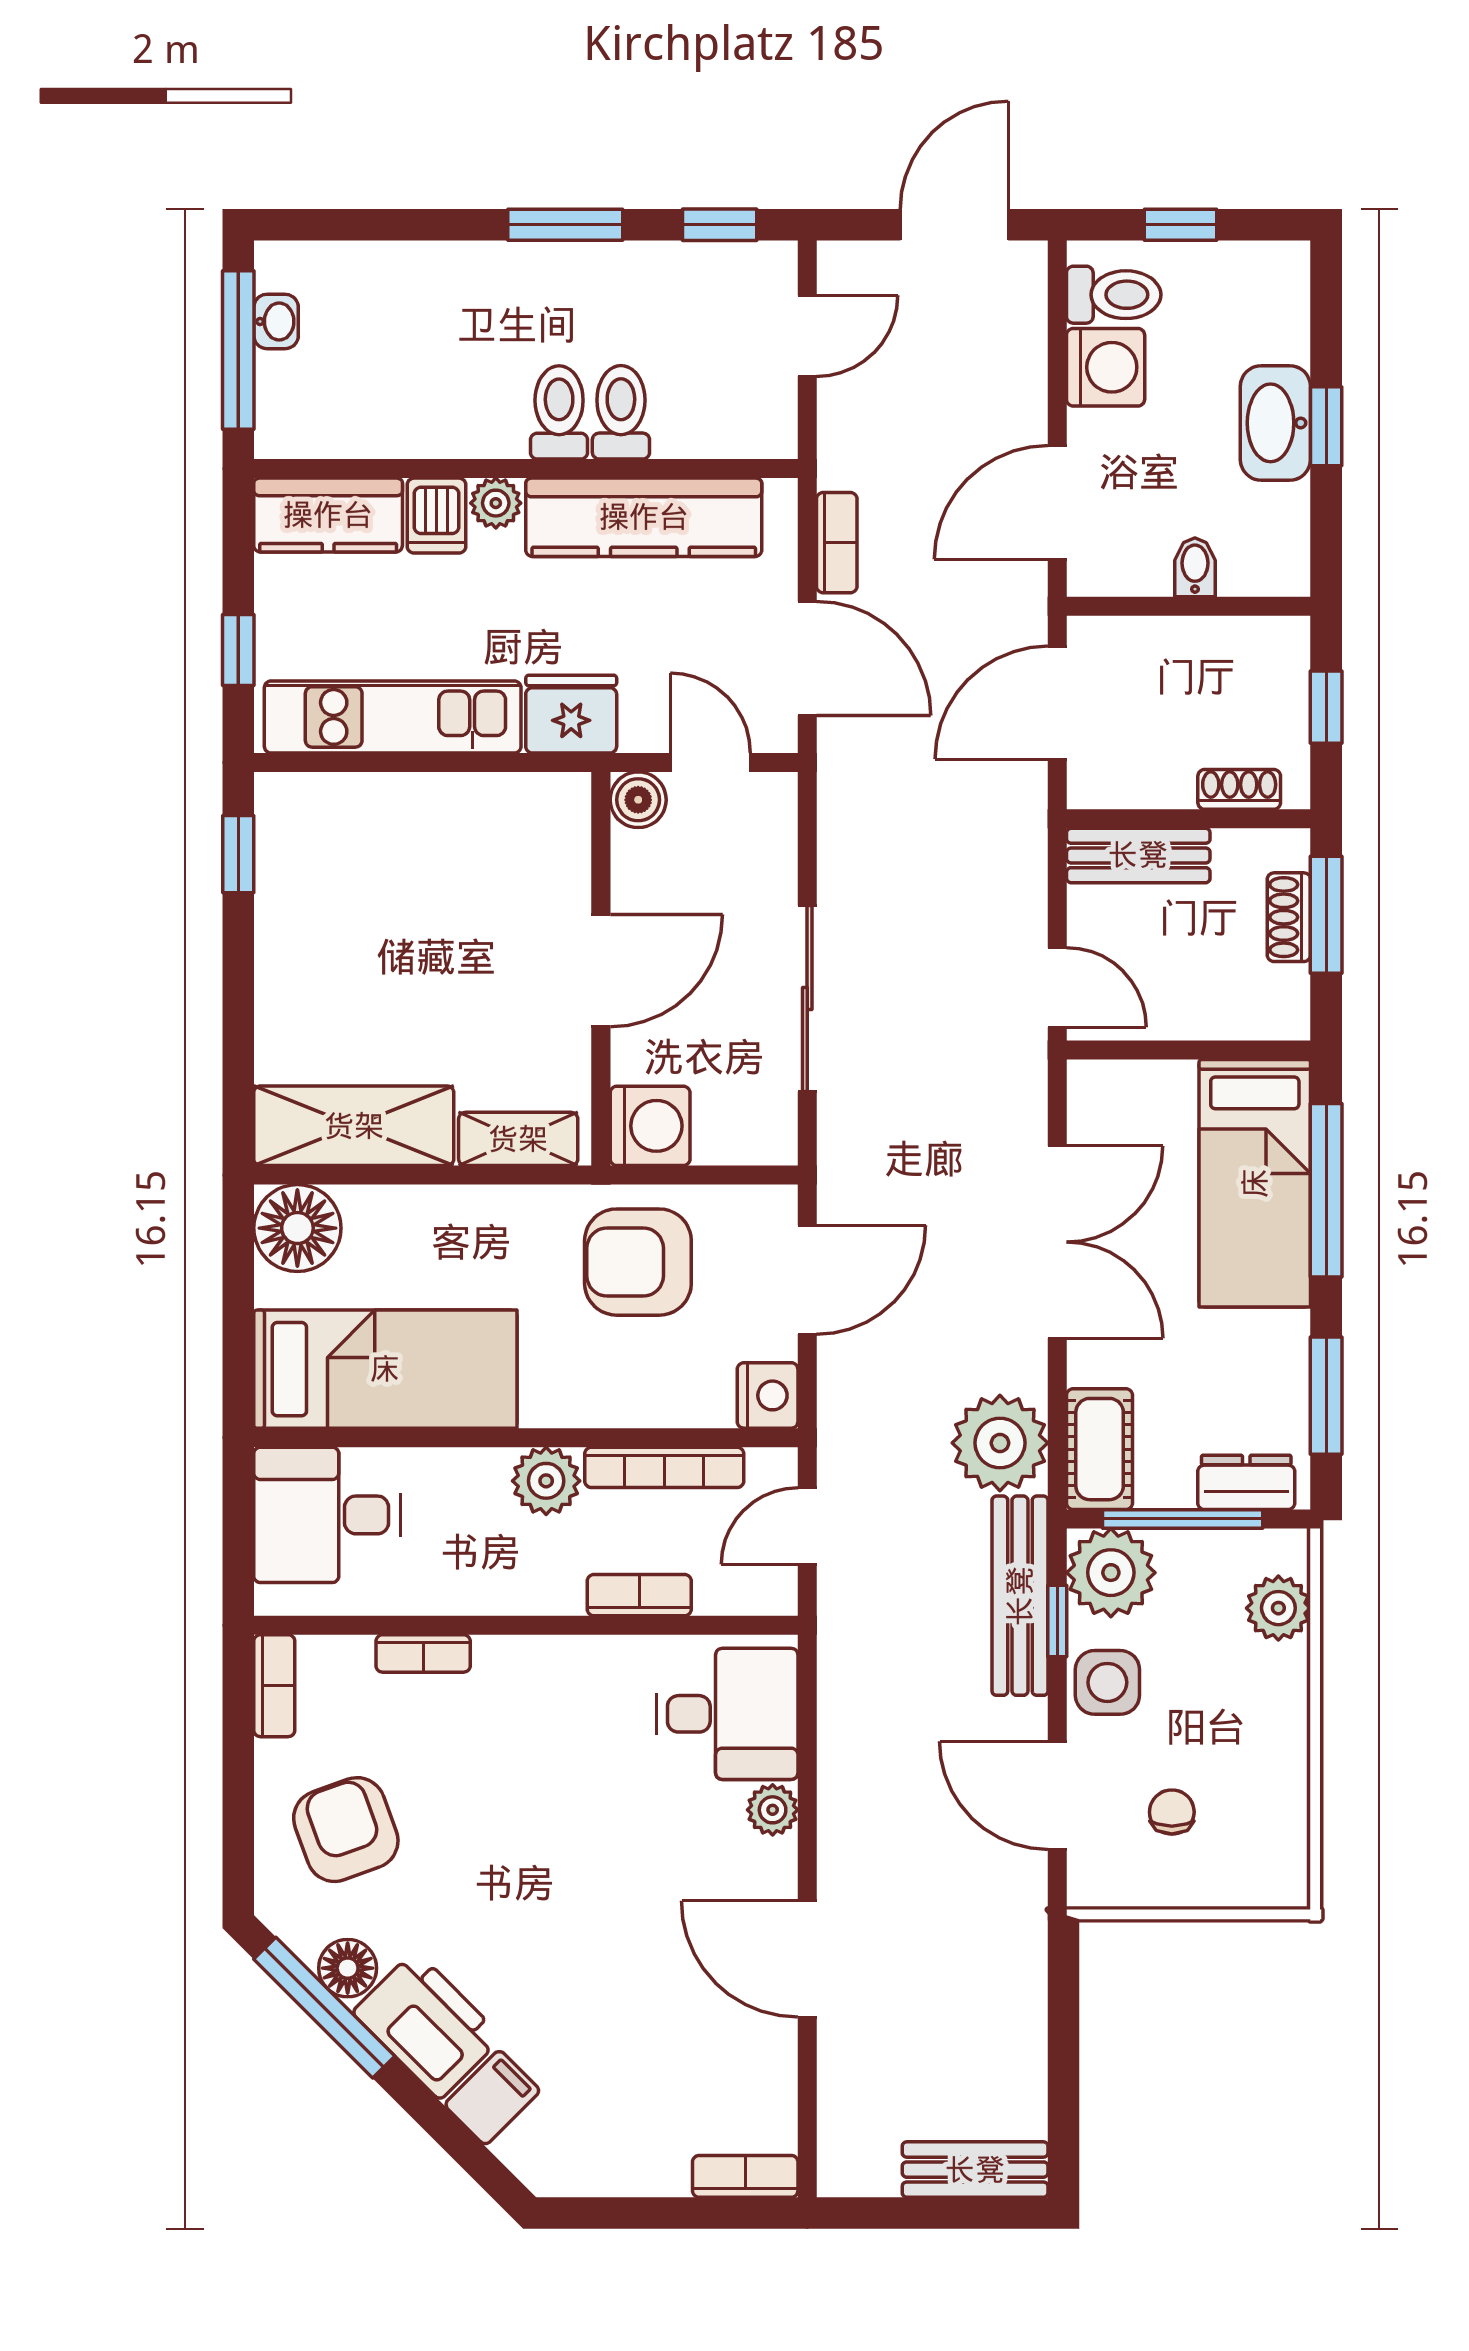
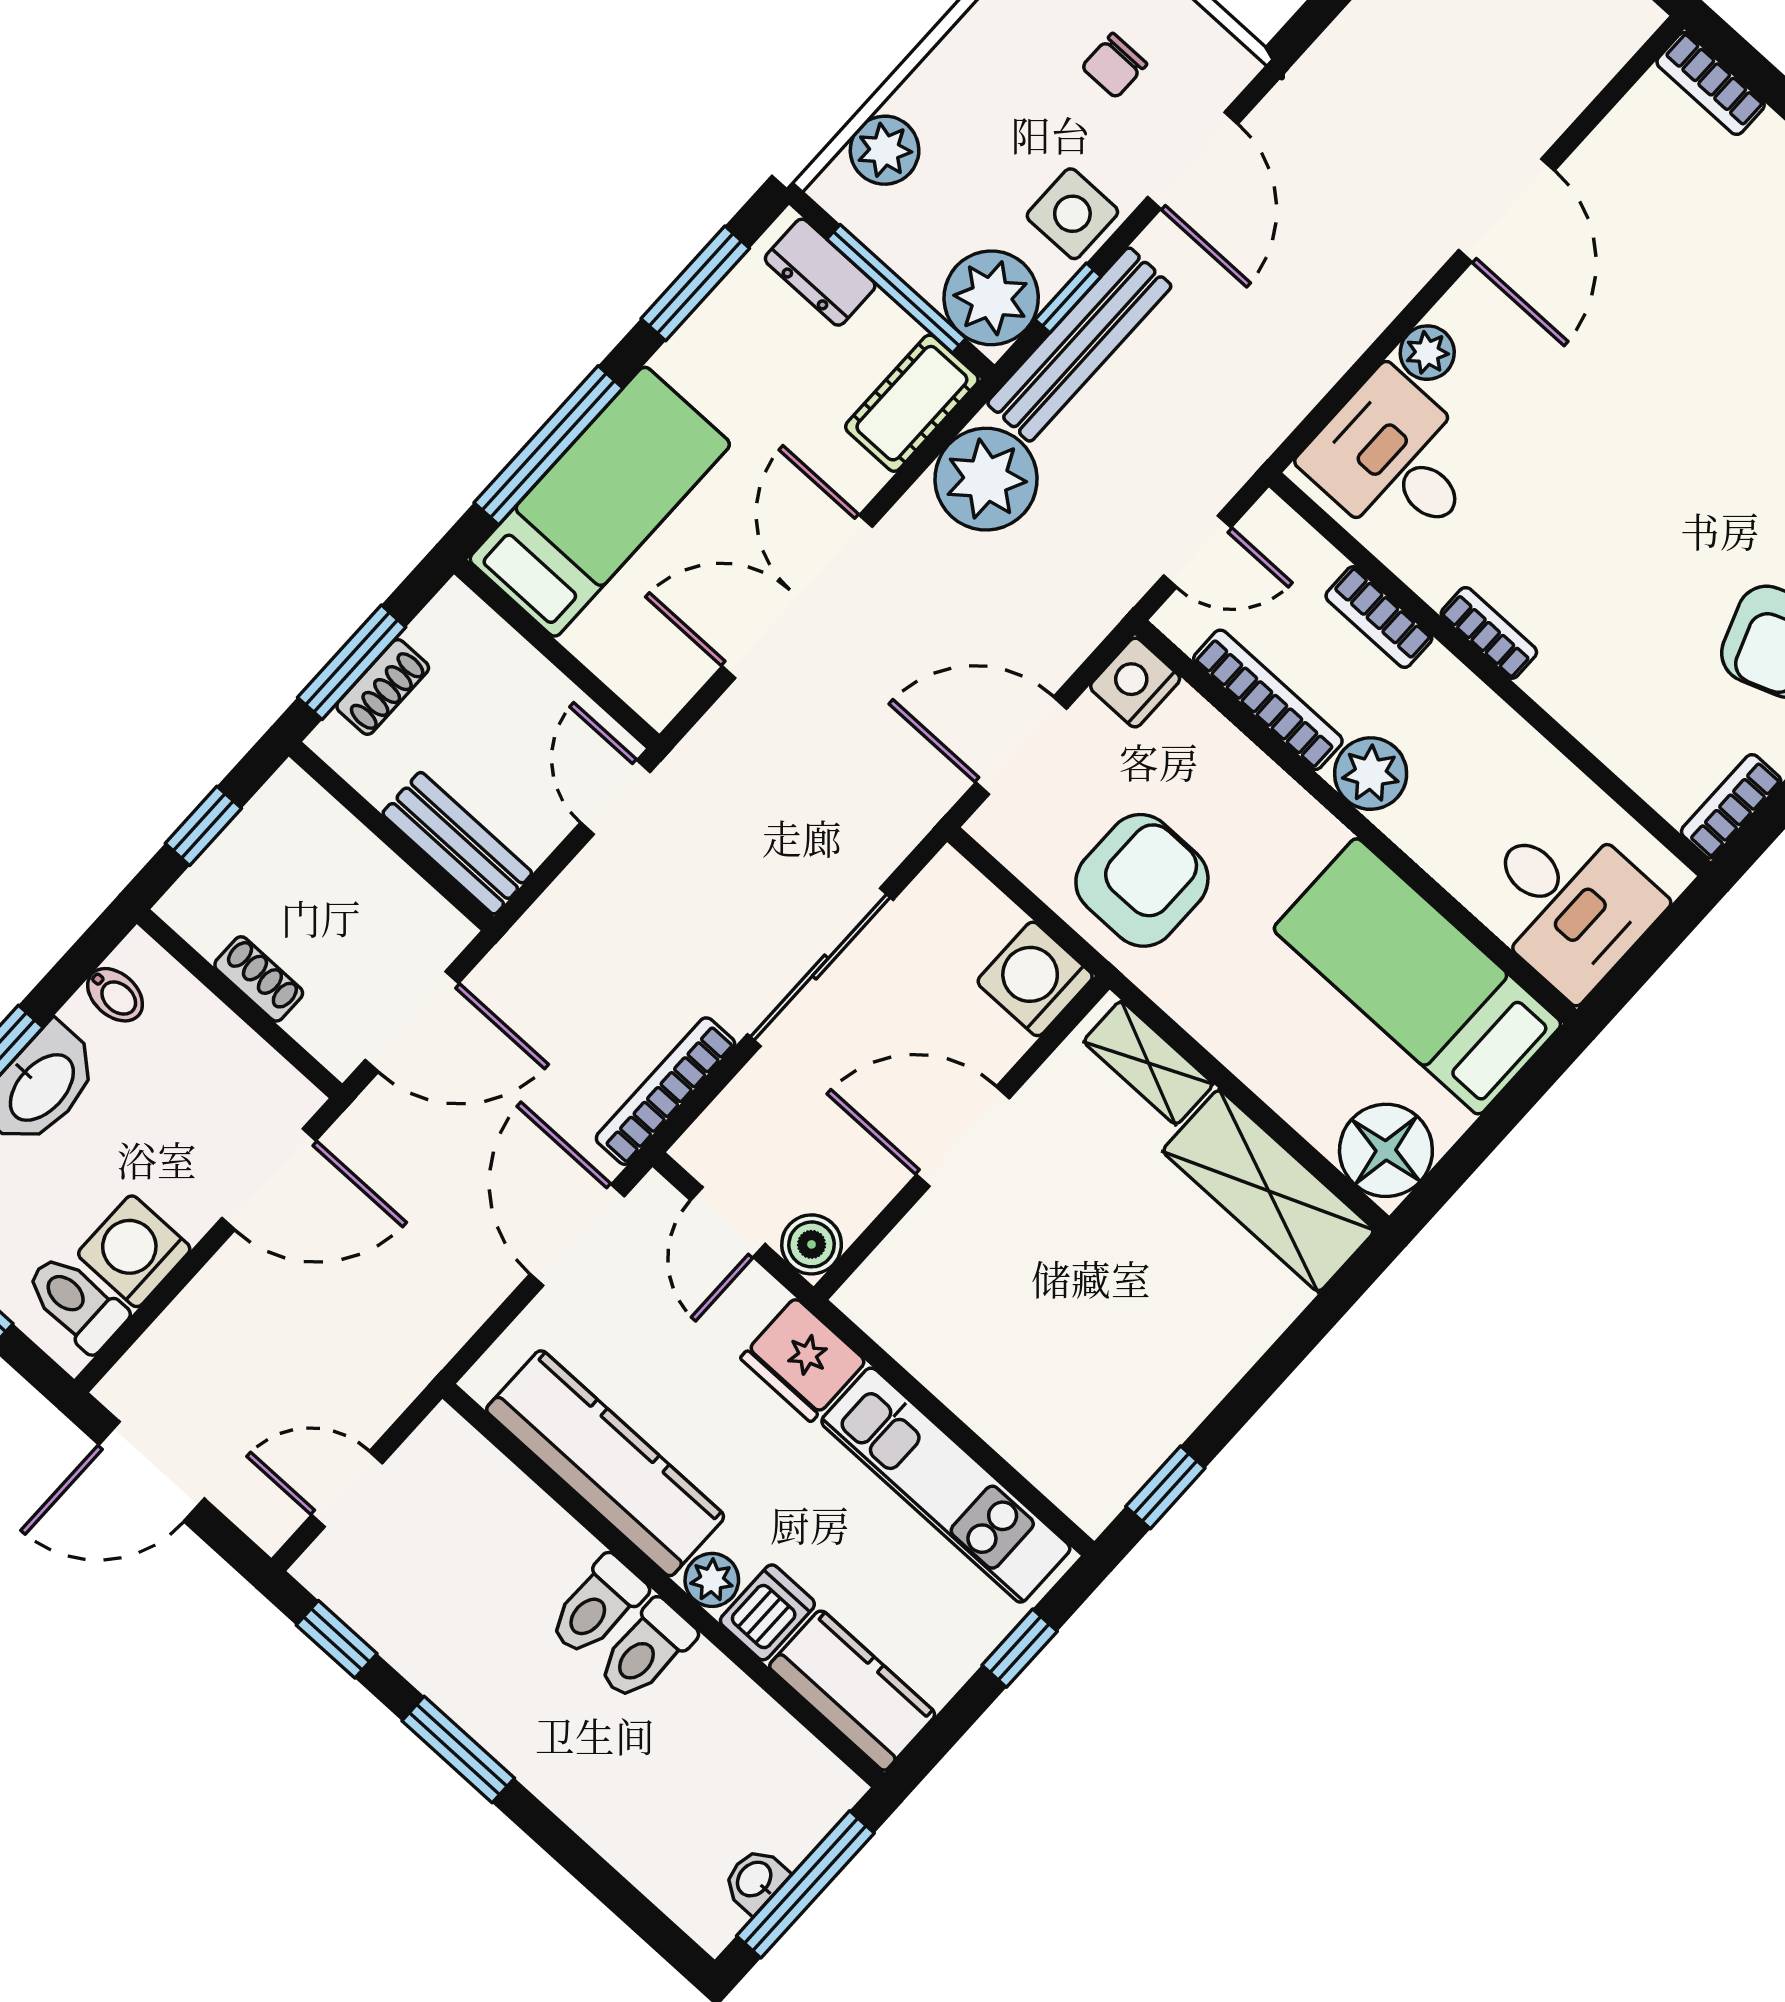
toilet: (621, 412) -> (646, 1650), moved
bookcase: (837, 543) -> (666, 1091), moved, width x1.56
bidet: (1195, 567) -> (115, 995), moved, turned -90
shoe rack: (1239, 789) -> (259, 979), moved, turned 180
armchair: (638, 1262) -> (1142, 880), turned -90
bookcase: (423, 1653) -> (1489, 633), moved

